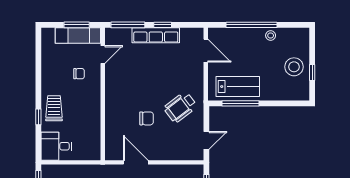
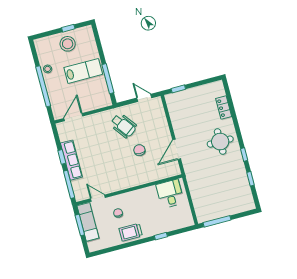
lab bench: (238, 87) -> (83, 71), moved, turned 90
trolley: (54, 108) -> (131, 232), moved
desk: (56, 146) -> (170, 194), moved, turned 180

